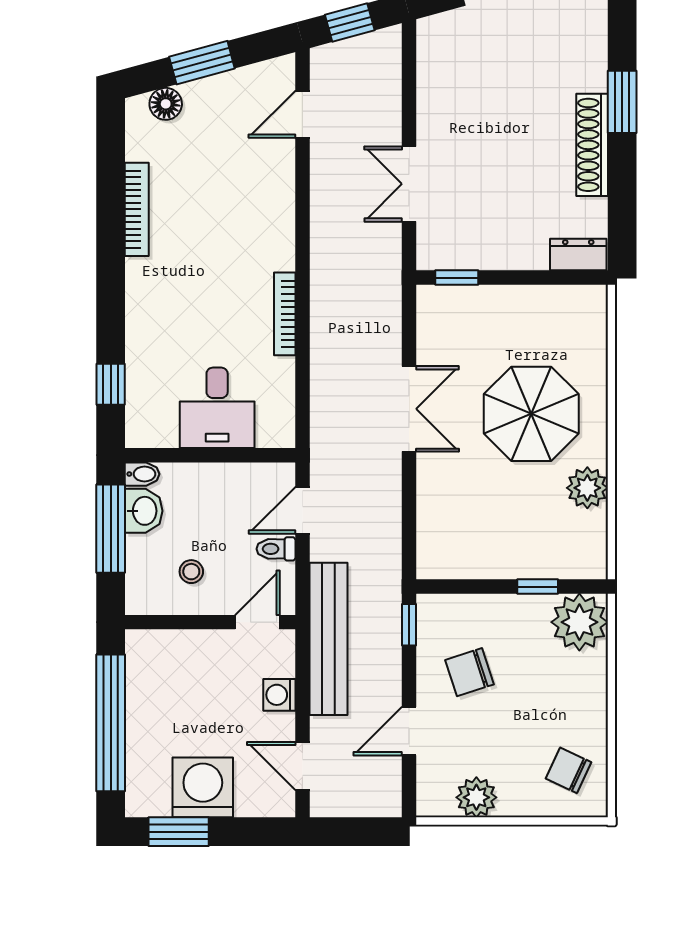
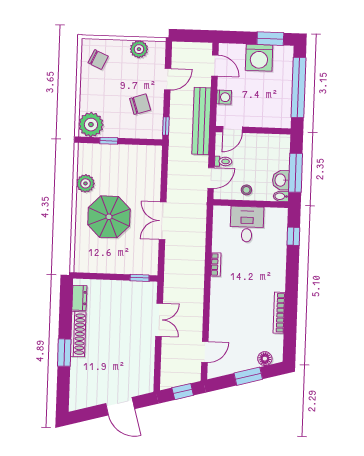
dresser: (578, 255) -> (79, 298), moved, turned -90
bookcase: (285, 314) -> (216, 265), width x0.64
stool: (191, 572) -> (246, 190), moved

